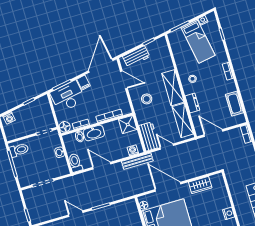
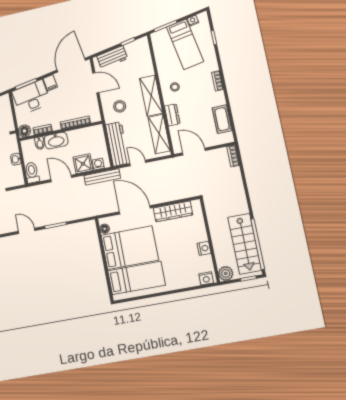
shower: (128, 124) -> (83, 164), moved
workbench: (149, 136) -> (117, 144), width x1.38
wardrobe: (200, 185) -> (173, 211), width x1.50

